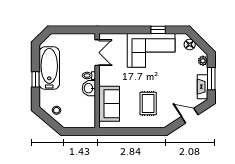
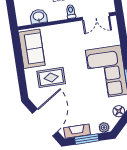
washbasin: (89, 88) -> (38, 16), moved
sofa: (109, 104) -> (32, 49), moved, turned -90
door: (190, 116) -> (45, 122), width x1.88

